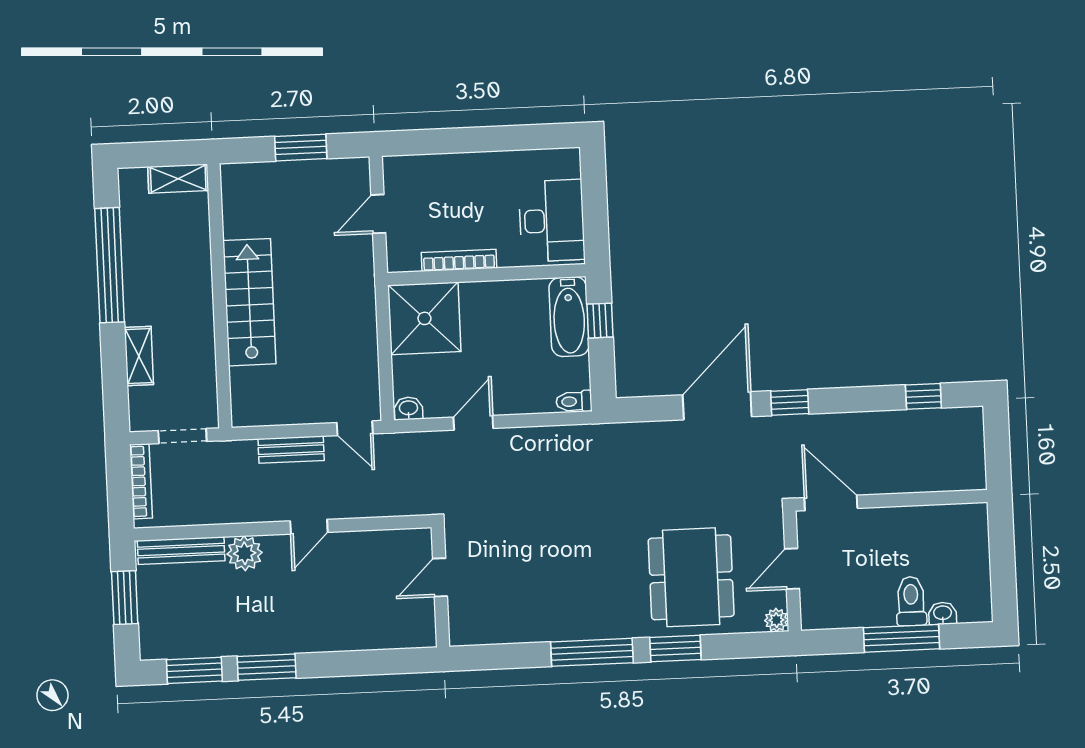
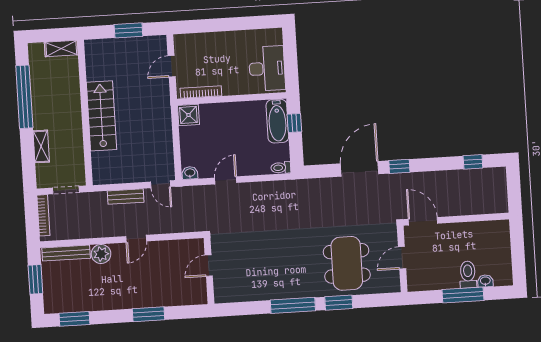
bookcase: (459, 260) -> (201, 92), moved
shower: (424, 318) -> (188, 115), width x0.54, depth x0.54
plant: (776, 620) -> (394, 286), removed
window: (267, 667) -> (148, 314), moved

